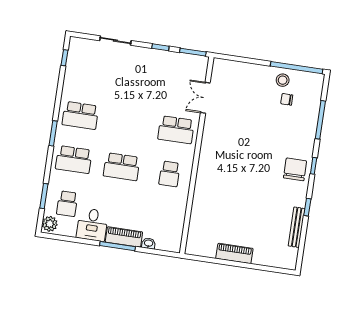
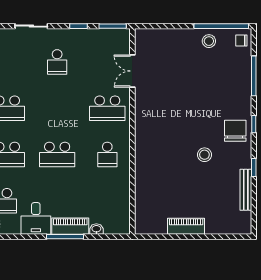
school desk: (135, 78) -> (57, 62), added
chair: (287, 99) -> (241, 41), moved
stool: (262, 188) -> (204, 155), added

